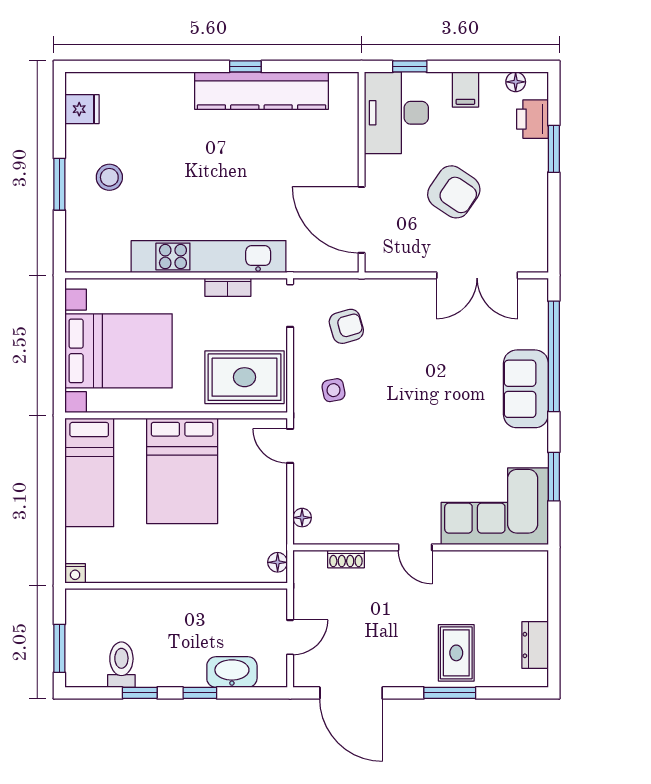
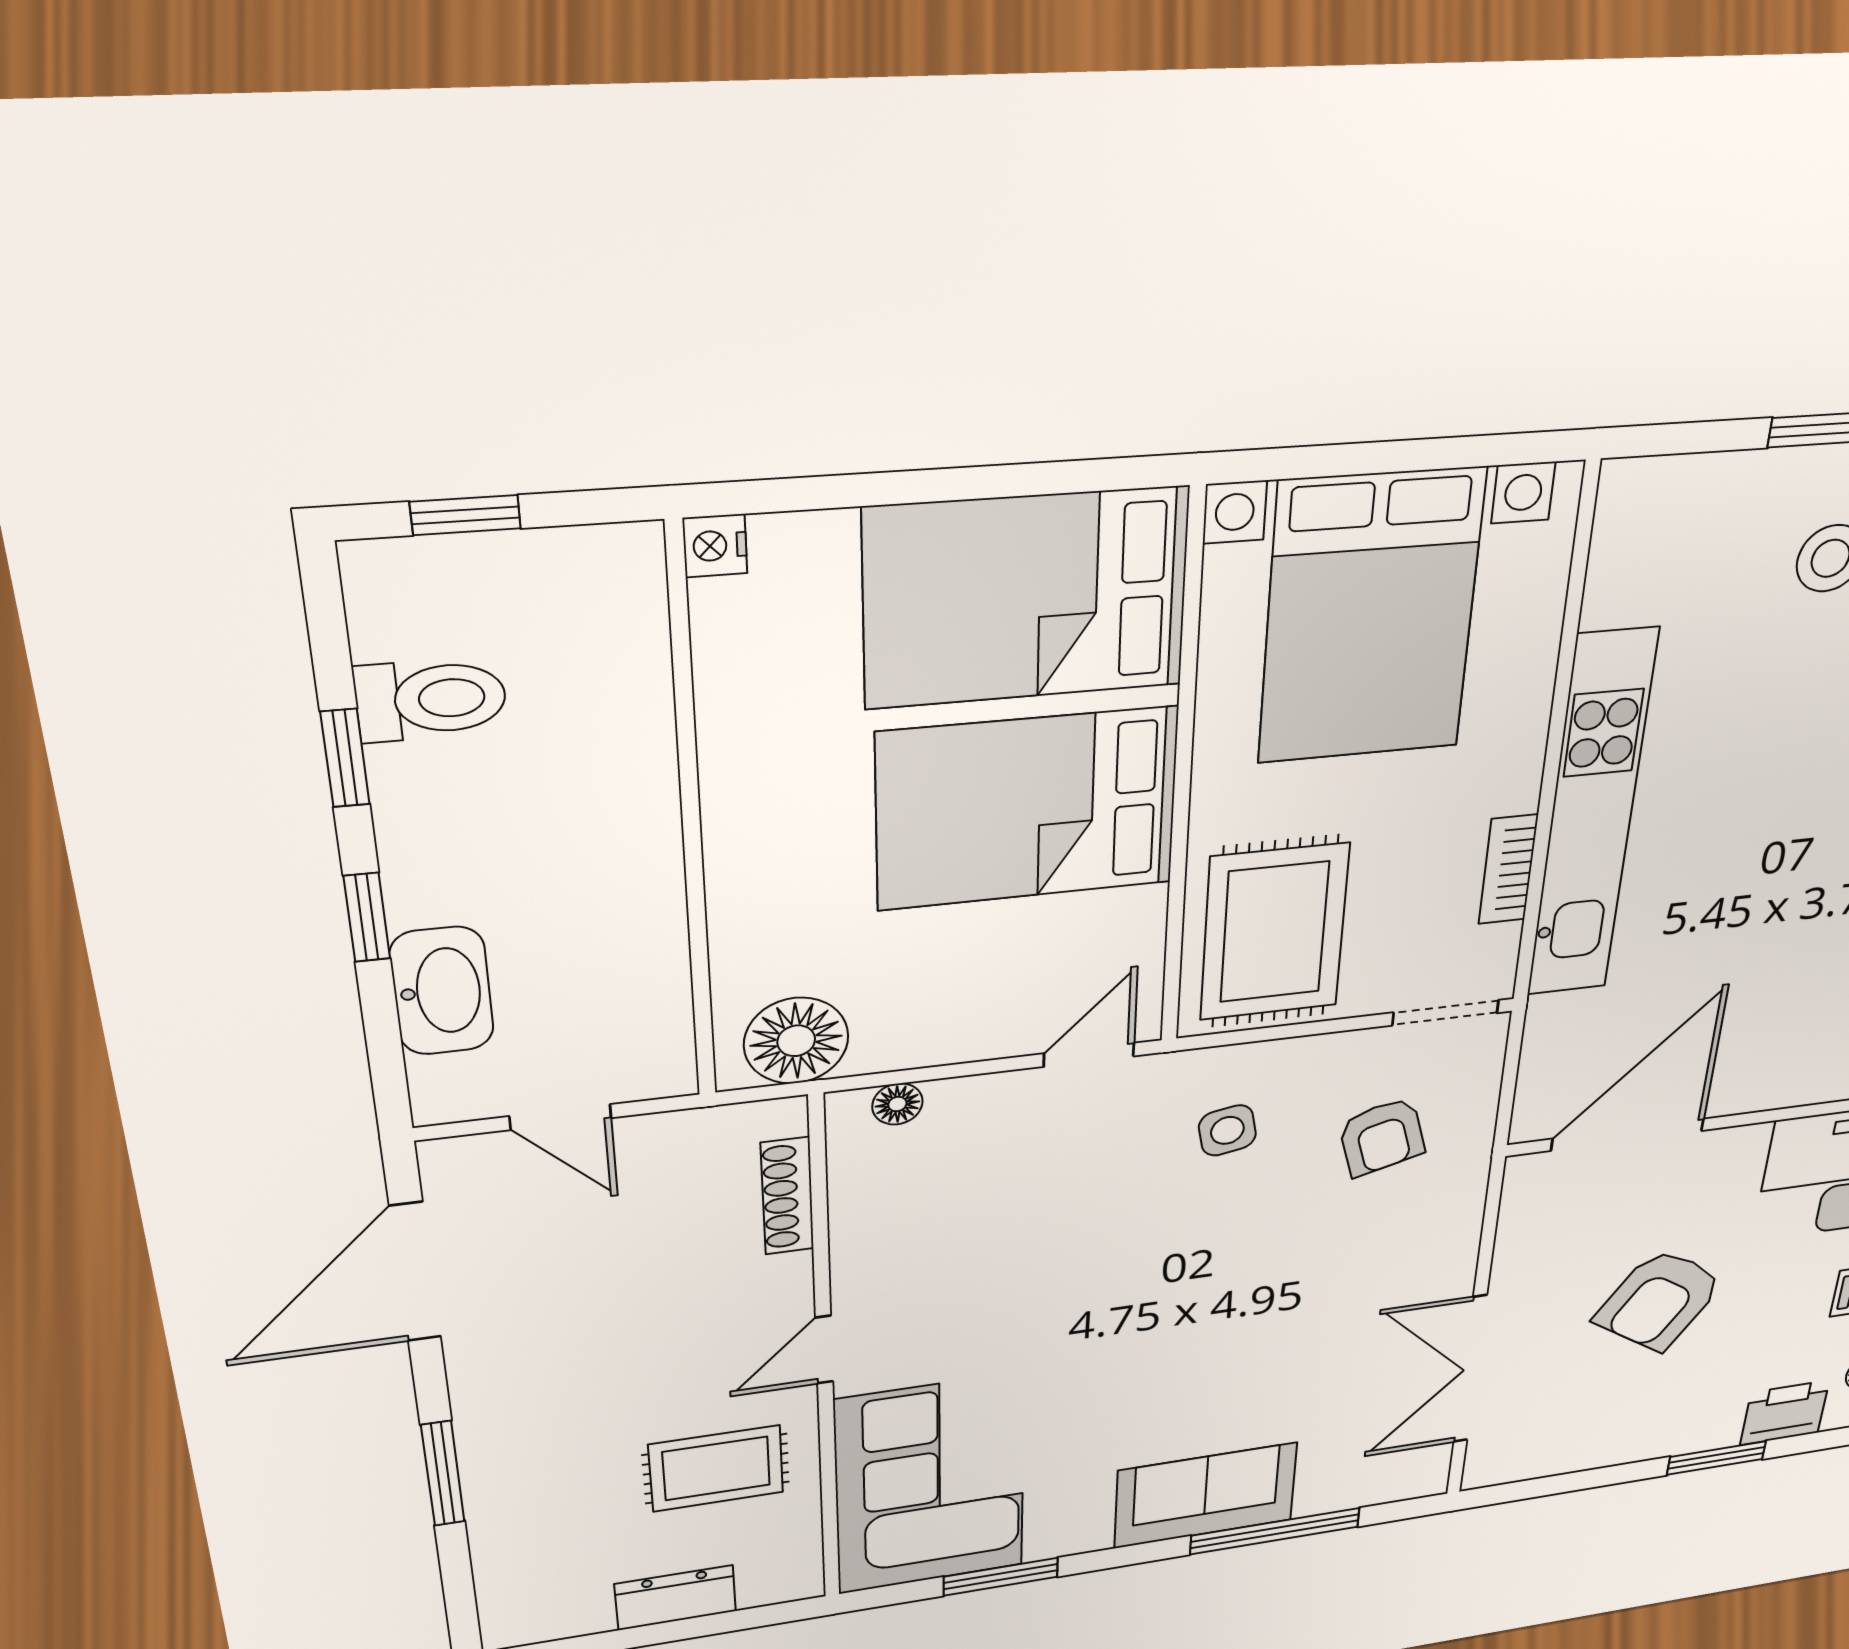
window: (554, 356) -> (1275, 1531), width x0.68
bed: (89, 472) -> (1026, 598), width x1.50
shoe rack: (346, 559) -> (787, 1196), width x1.43
floor lamp: (278, 562) -> (796, 1041), width x1.89, depth x1.89
dresser: (535, 645) -> (676, 1598), moved
window: (59, 648) -> (465, 515), width x0.67
rug: (456, 653) -> (716, 1468), moved

